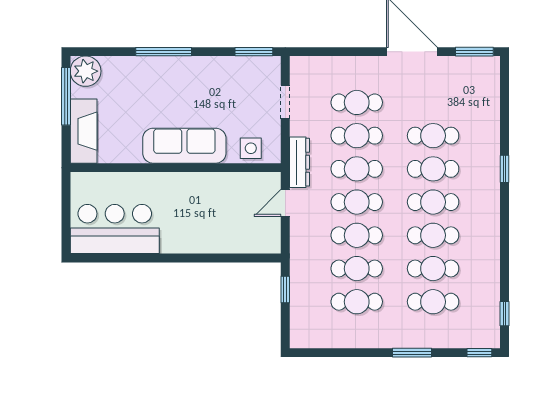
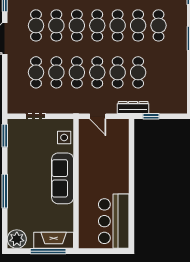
window: (66, 96) -> (48, 251), moved
dresser: (299, 162) -> (133, 108), moved
cafe table: (357, 302) -> (36, 25), moved

